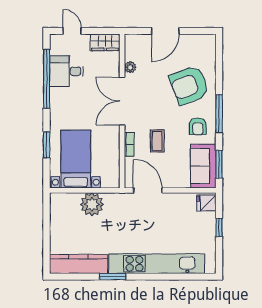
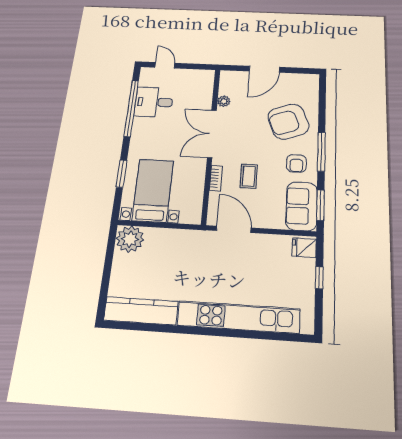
wardrobe: (105, 42) -> (199, 77), removed
plant: (92, 204) -> (130, 239), moved
window: (113, 277) -> (182, 330), removed

